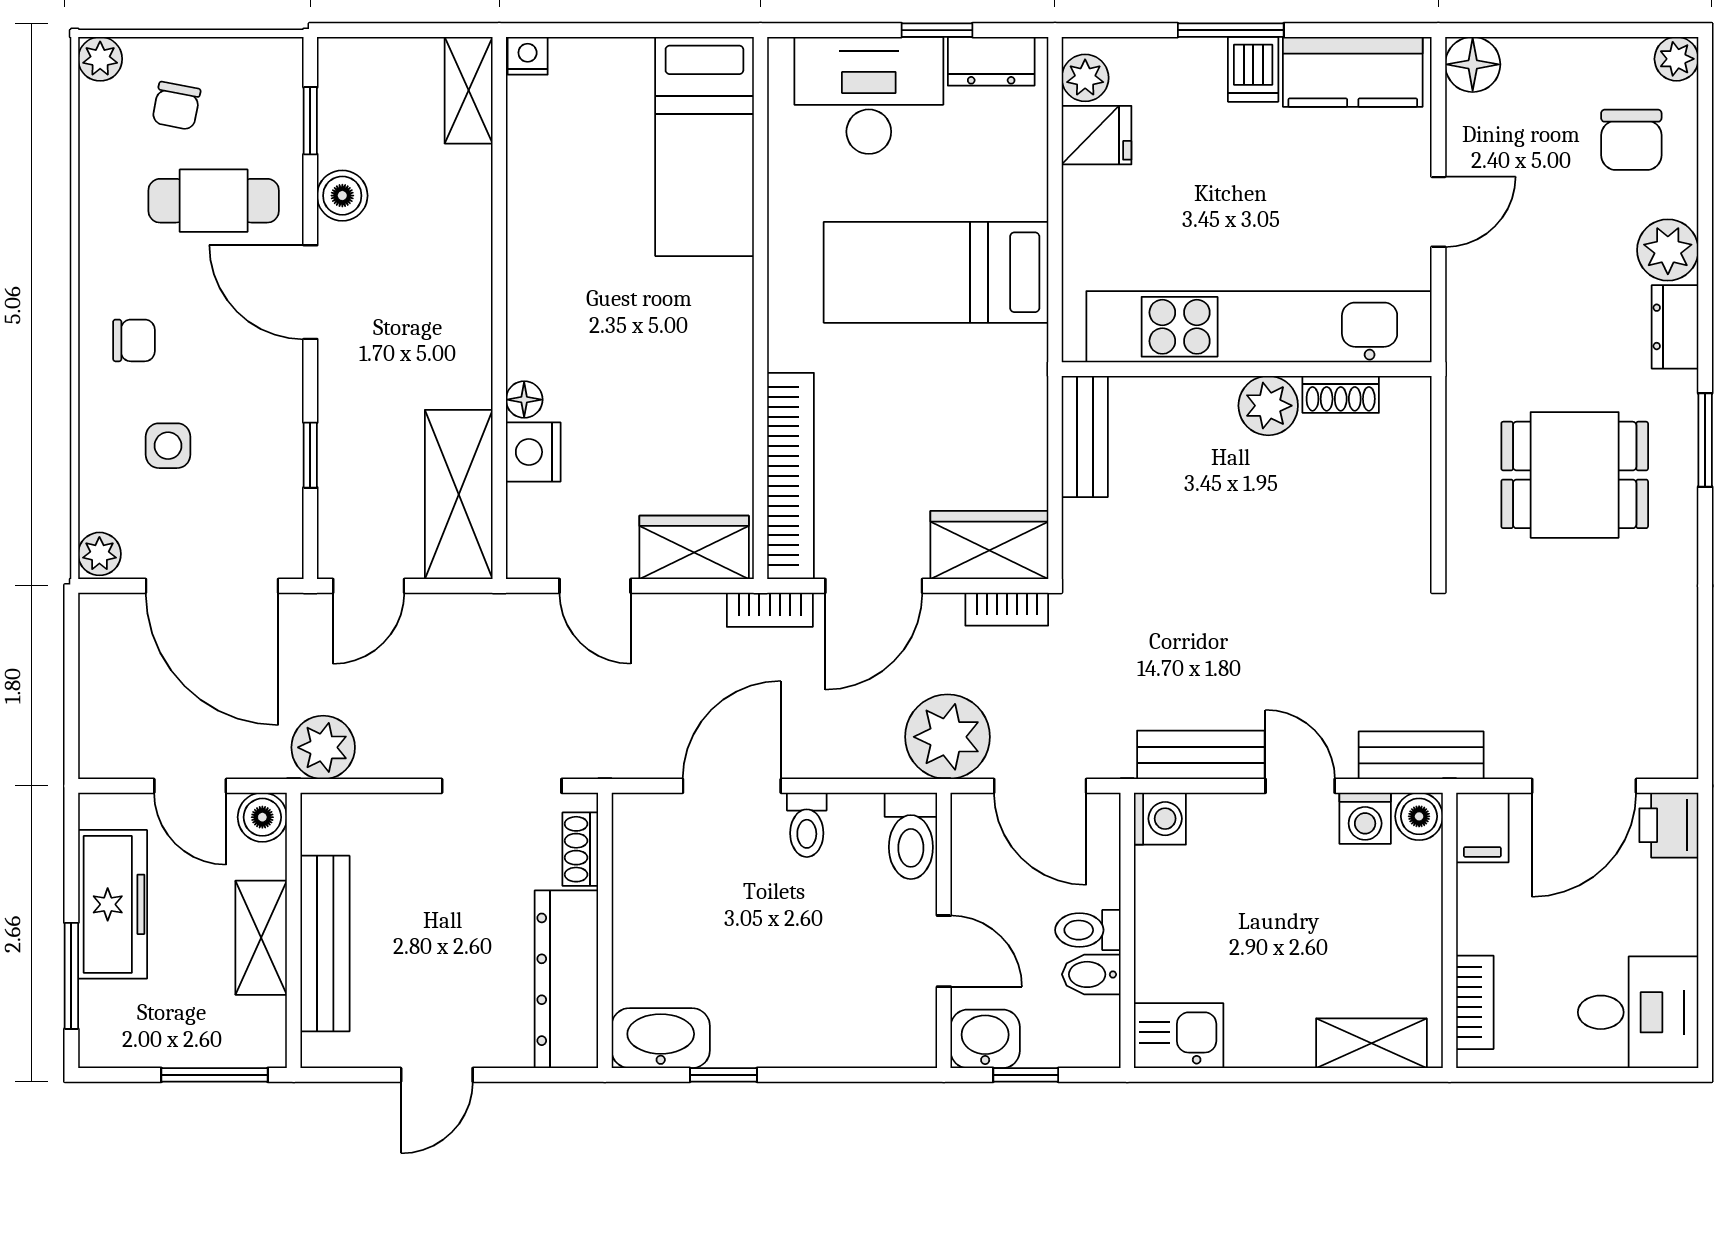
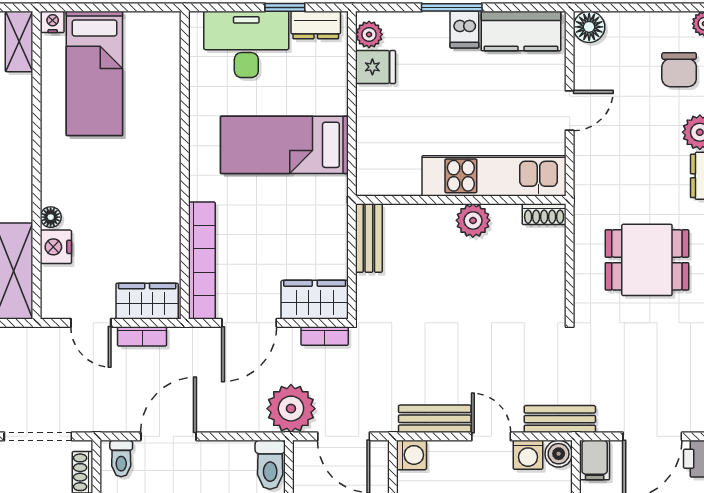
bed: (704, 146) -> (94, 73), moved
kitchen unit: (1259, 327) -> (494, 176), width x0.73
shoe rack: (1341, 394) -> (544, 214), moved
bookcase: (770, 610) -> (142, 336), moved
toilet: (807, 825) -> (121, 458), moved

